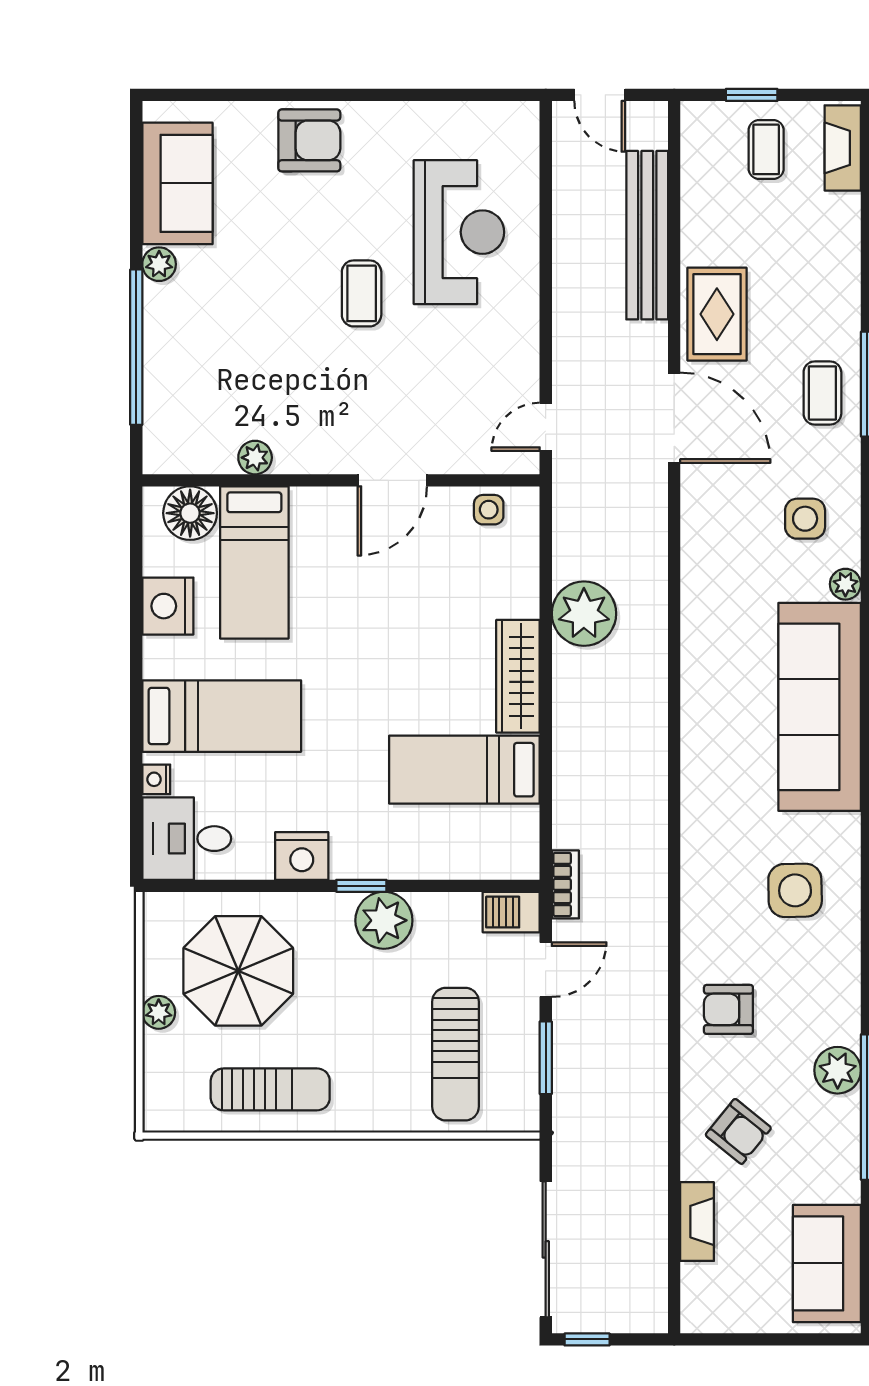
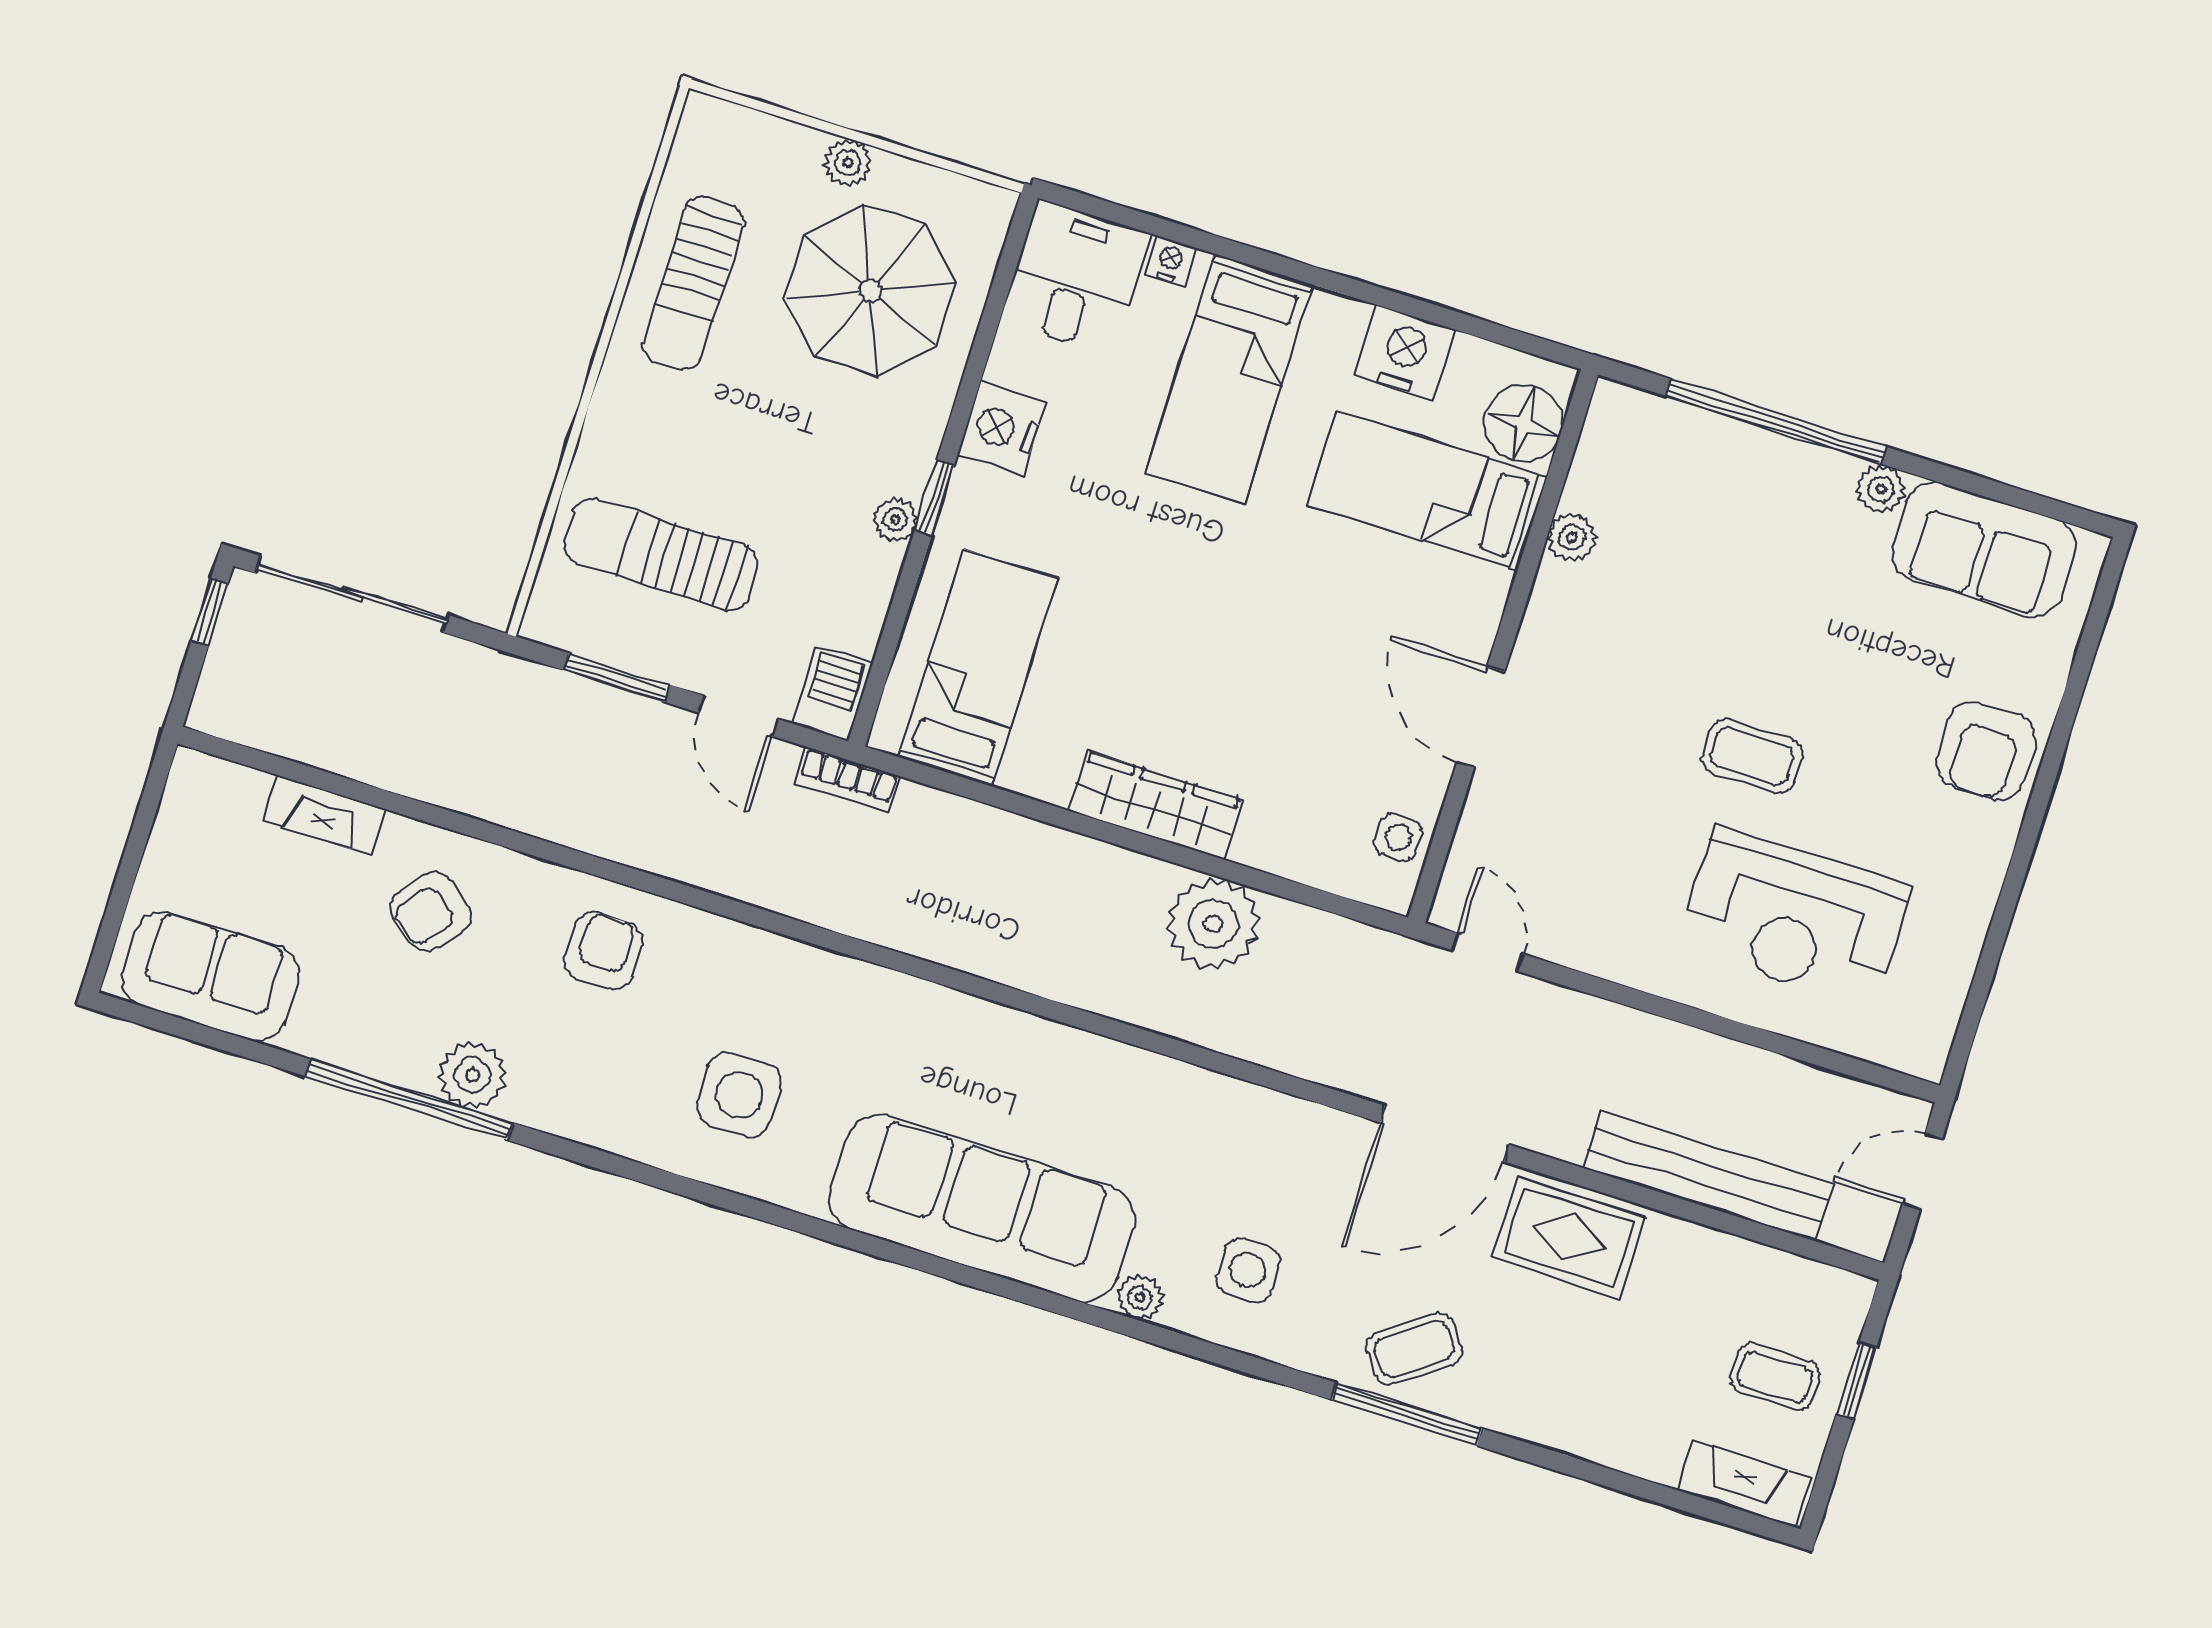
coffee table: (822, 393) -> (1414, 1349), turned -36
bed: (464, 770) -> (978, 668), moved
plant: (384, 920) -> (895, 520), width x0.53, depth x0.53

